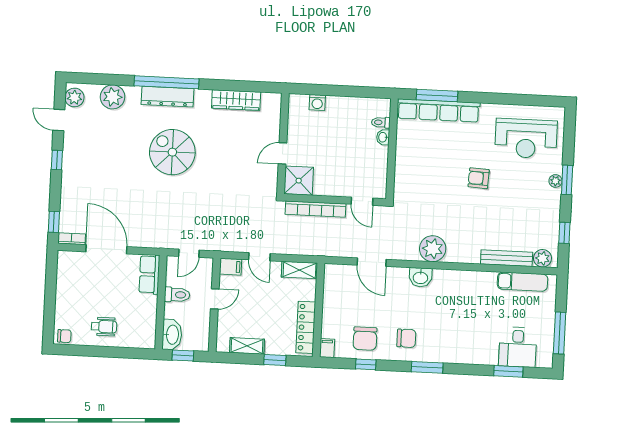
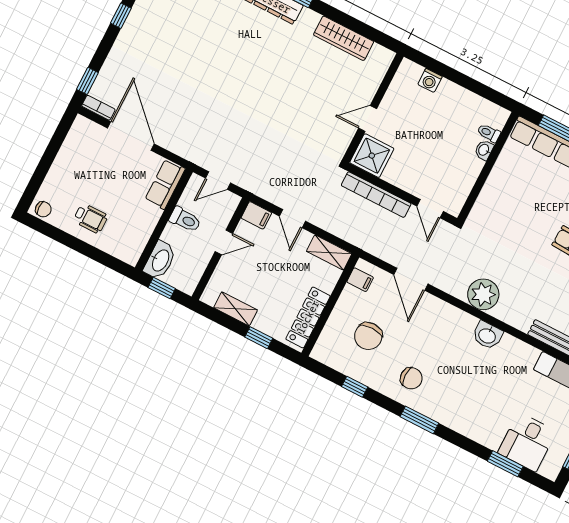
spiral stairs: (172, 152) -> (249, 63), removed
washbasin: (420, 277) -> (487, 335), moved
chair: (365, 339) -> (368, 336), moved
filing cabinet: (327, 348) -> (360, 280), moved, turned 90

